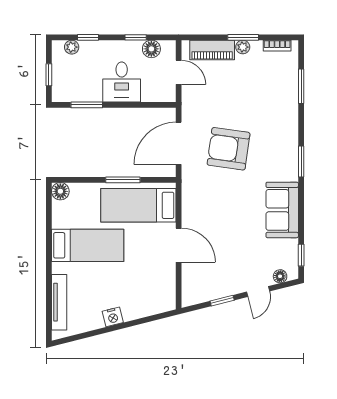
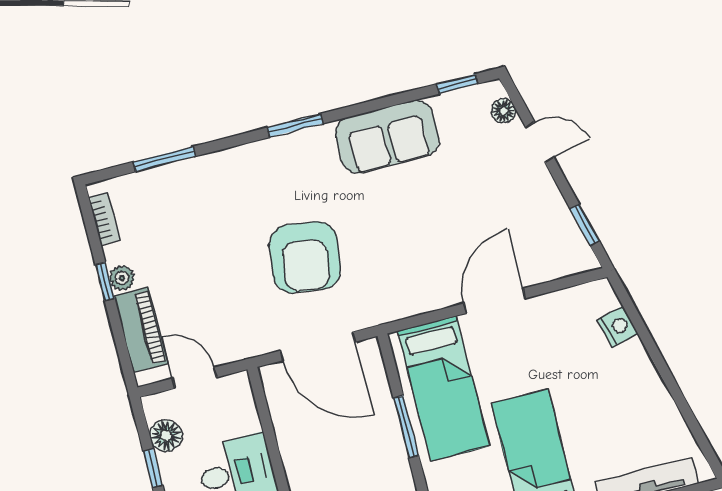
window: (243, 37) -> (105, 281), width x0.67
door: (179, 72) -> (195, 378), hinge flipped
window: (222, 301) -> (585, 225), moved
nightstand: (113, 317) -> (618, 327), moved

